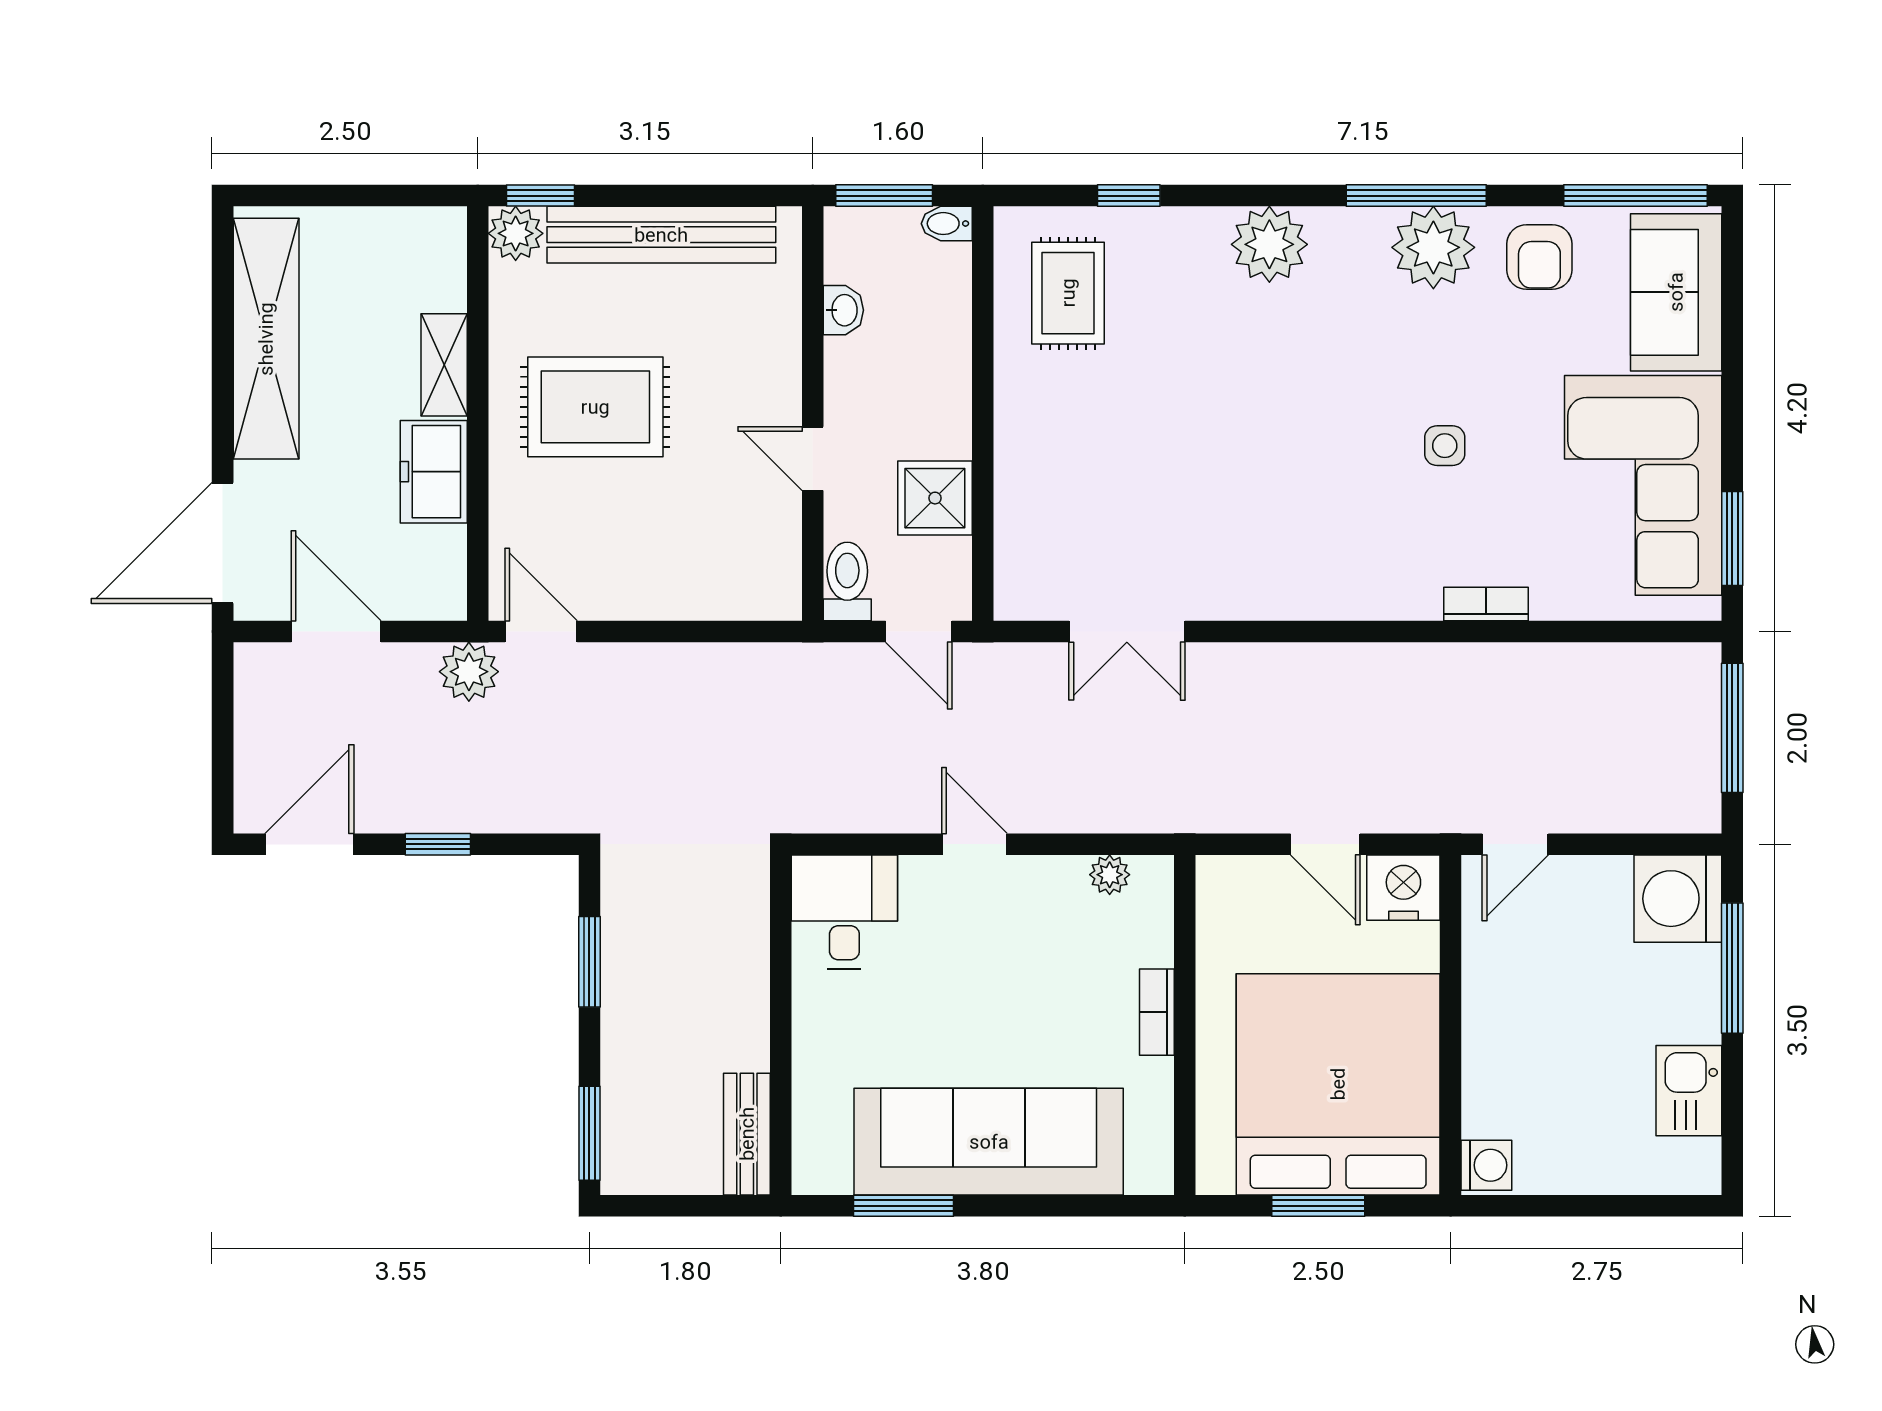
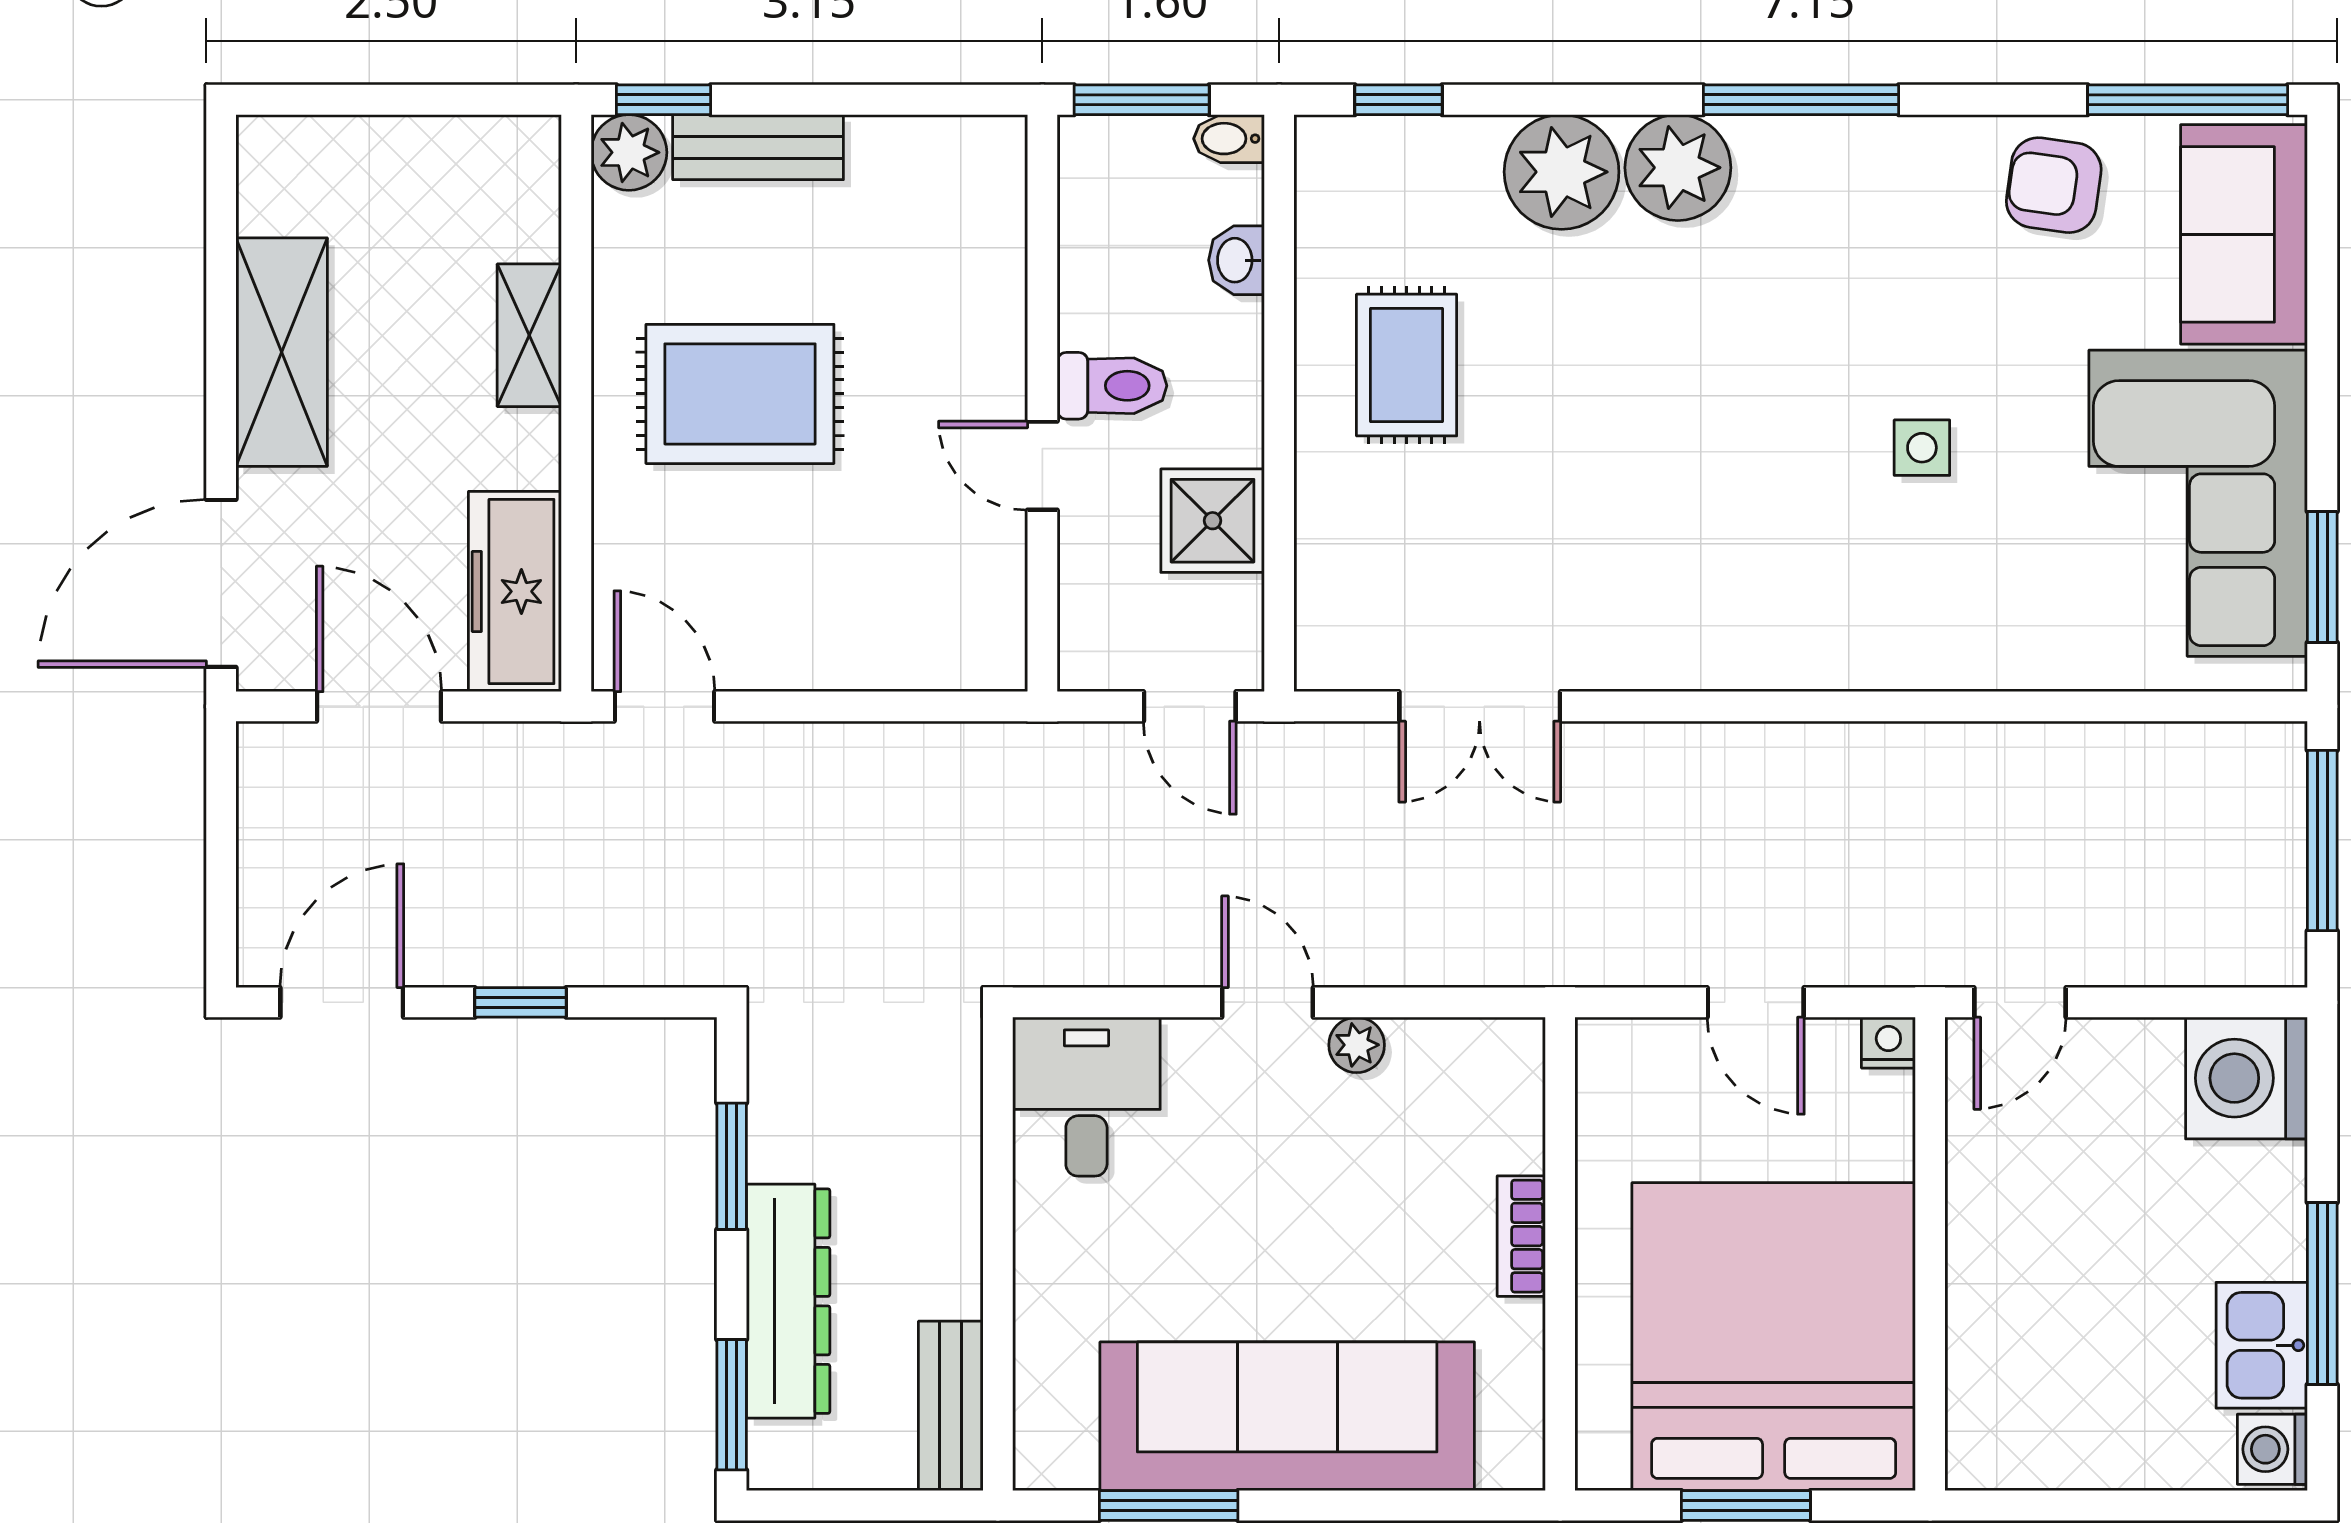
window: (1129, 196) -> (1399, 100), moved
window: (1416, 196) -> (1801, 100), moved
bench: (661, 235) -> (758, 147), width x0.54, depth x0.82
plant: (1433, 247) -> (1562, 172), moved
armchair: (1539, 257) -> (2054, 185), turned 98
rug: (1068, 293) -> (1407, 365), moved
washbasin: (843, 310) -> (1236, 260), moved, turned 180
shelving: (266, 339) -> (282, 352), width x0.68
freezer: (434, 472) -> (515, 591), moved, width x1.40
toilet: (847, 581) -> (1112, 386), moved, turned 90
bookcase: (1486, 604) -> (1979, 668), removed
plant: (469, 672) -> (564, 762), removed
plant: (1110, 875) -> (1357, 1045), moved
nightstand: (1403, 888) -> (1888, 1043), width x0.53, depth x0.56
window: (1732, 968) -> (2322, 1293), moved
dresser: (630, 1059) -> (788, 1301), added
washing machine: (1486, 1165) -> (2272, 1449), moved, turned 180

